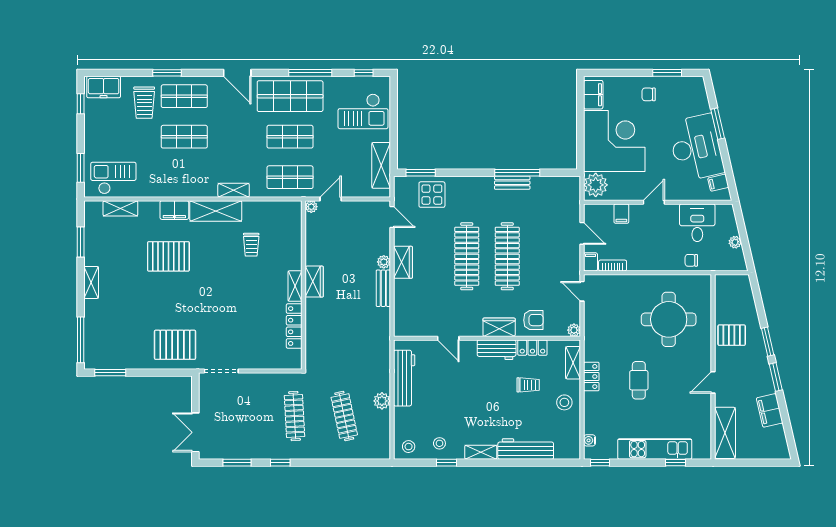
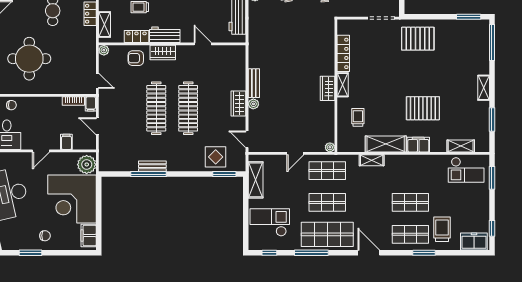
plant: (311, 207) -> (330, 147), moved
wardrobe: (314, 282) -> (328, 88), moved
wall: (304, 285) -> (336, 86), moved
shelving: (295, 286) -> (343, 85), moved
locker: (294, 326) -> (343, 53), moved

